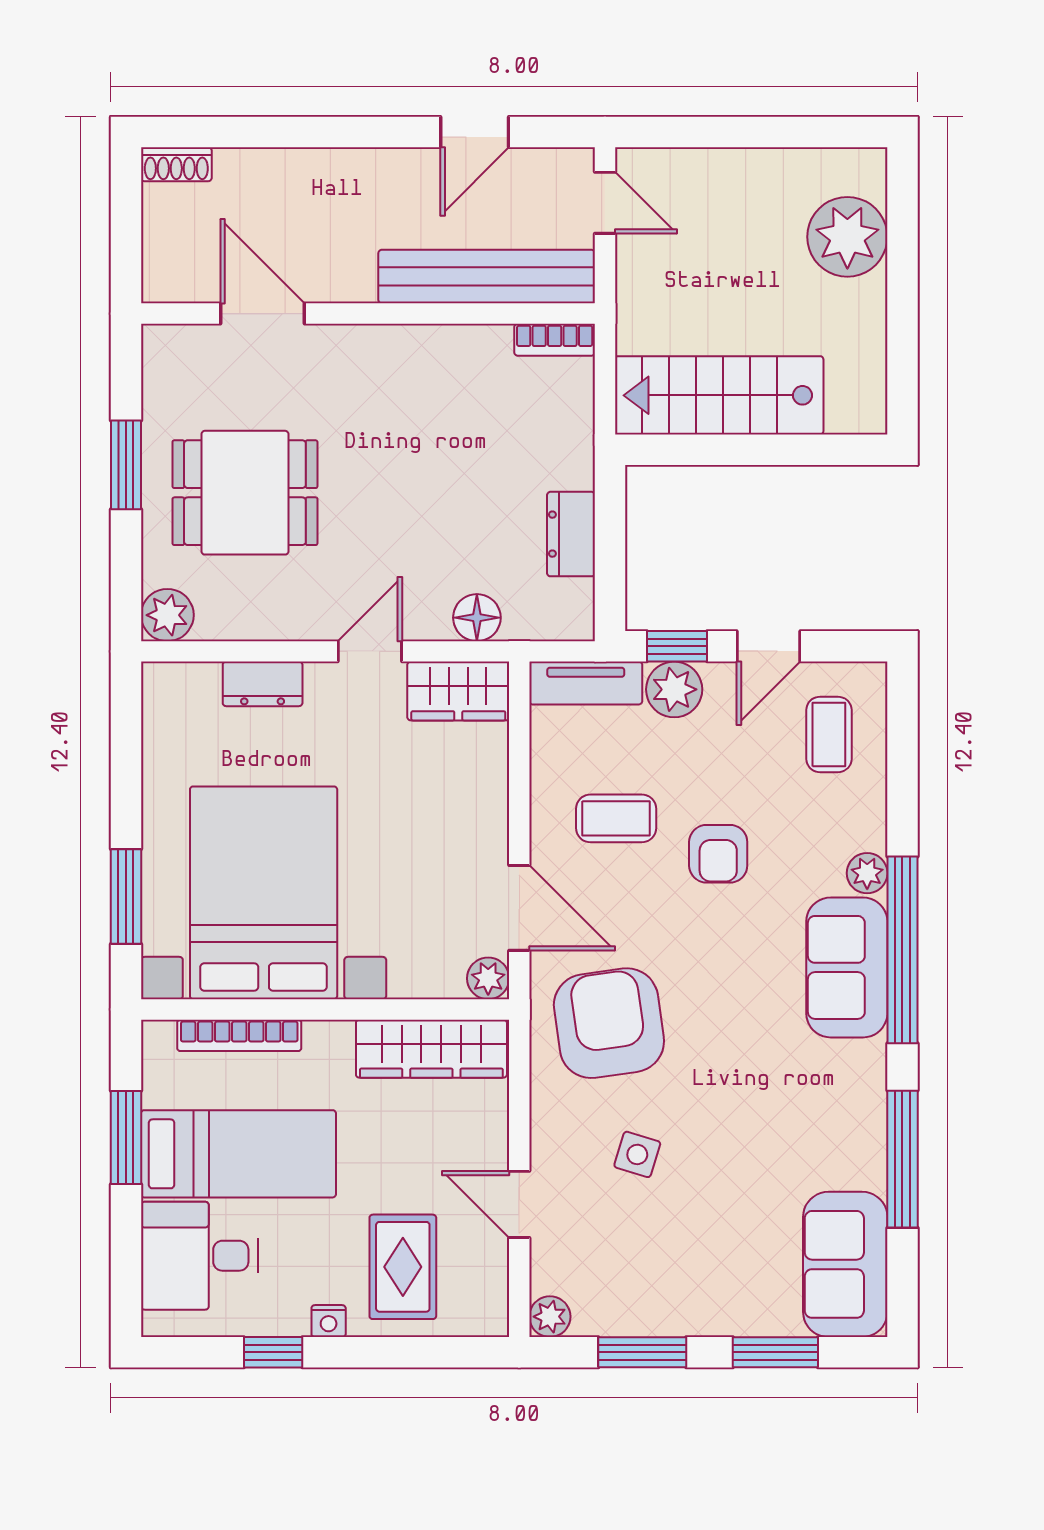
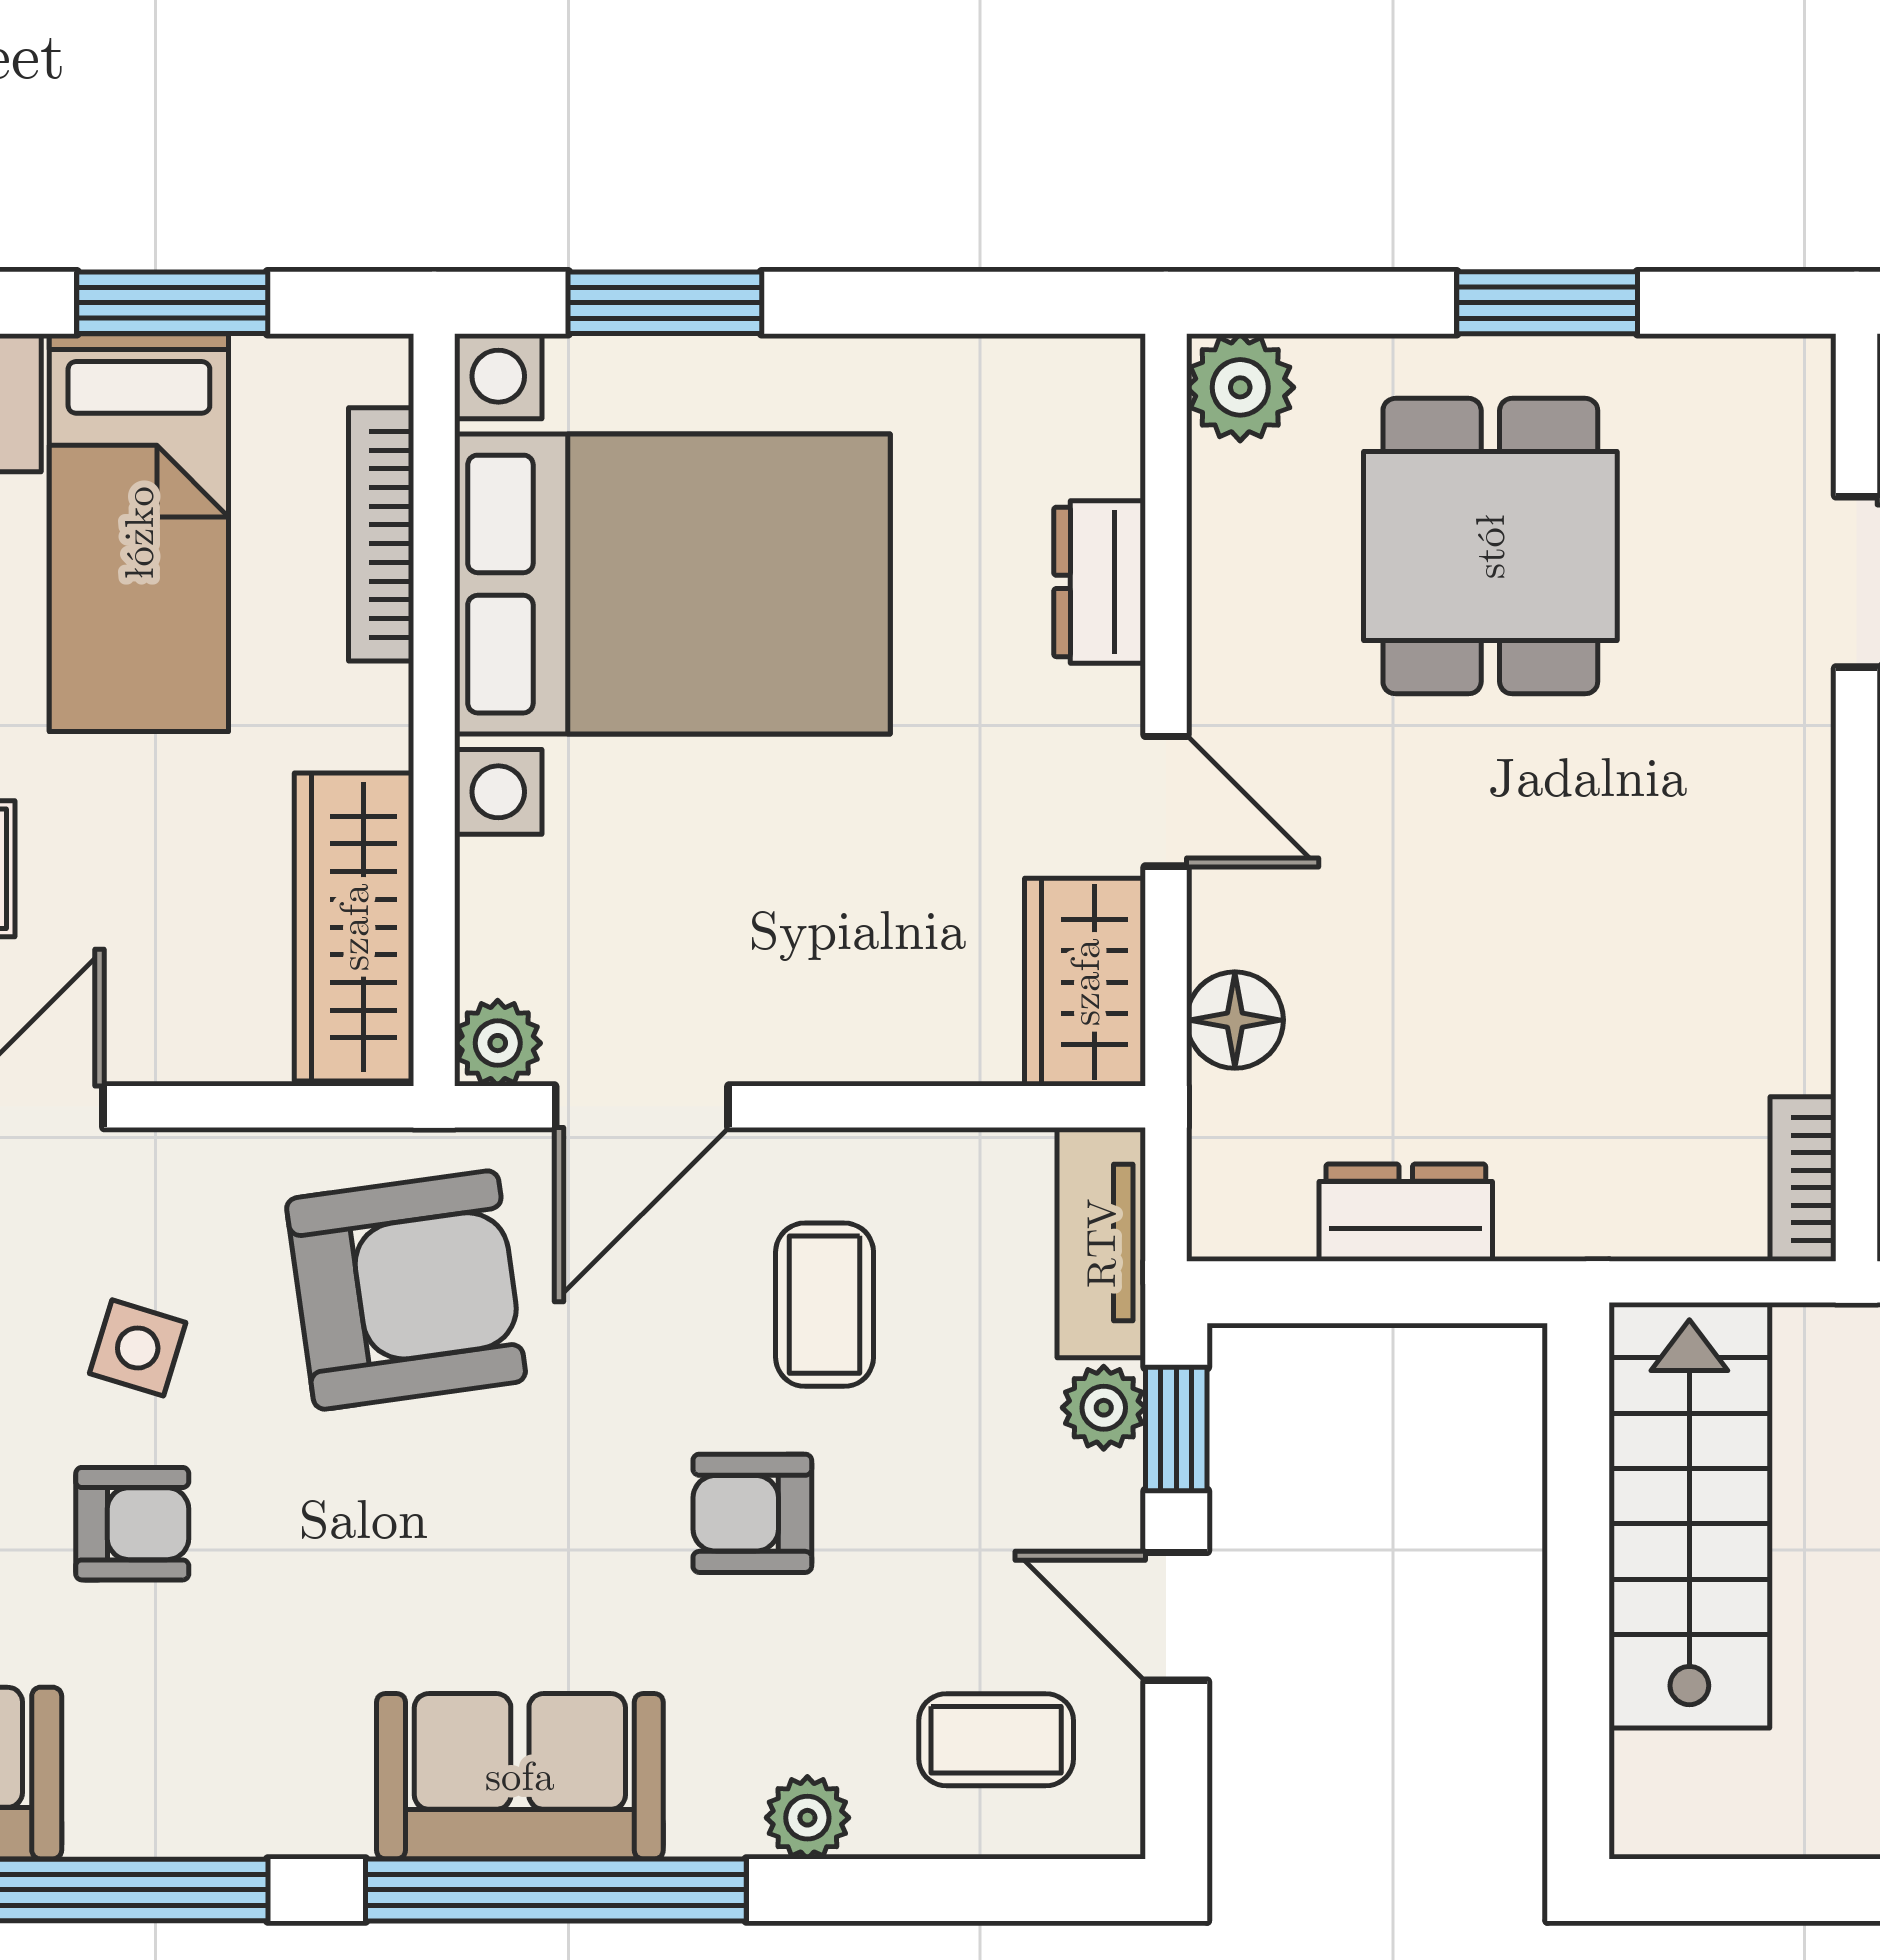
plant: (674, 689) -> (1104, 1408), width x0.73, depth x0.73
plant: (867, 873) -> (807, 1818), moved
armchair: (723, 1157) -> (132, 1524), added

